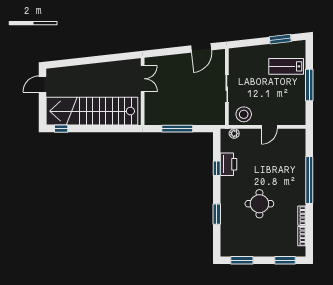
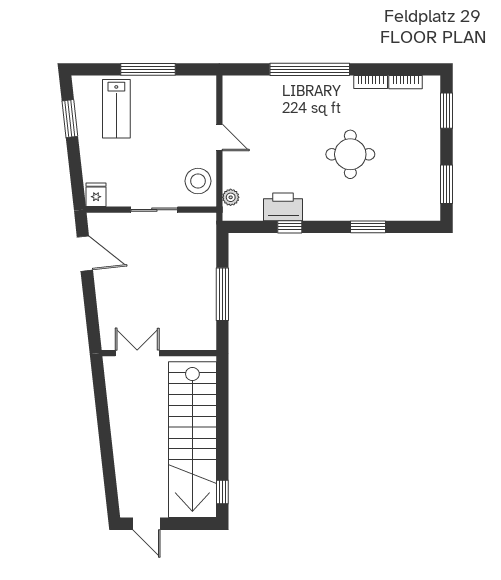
fridge: (236, 54) -> (96, 195), added

